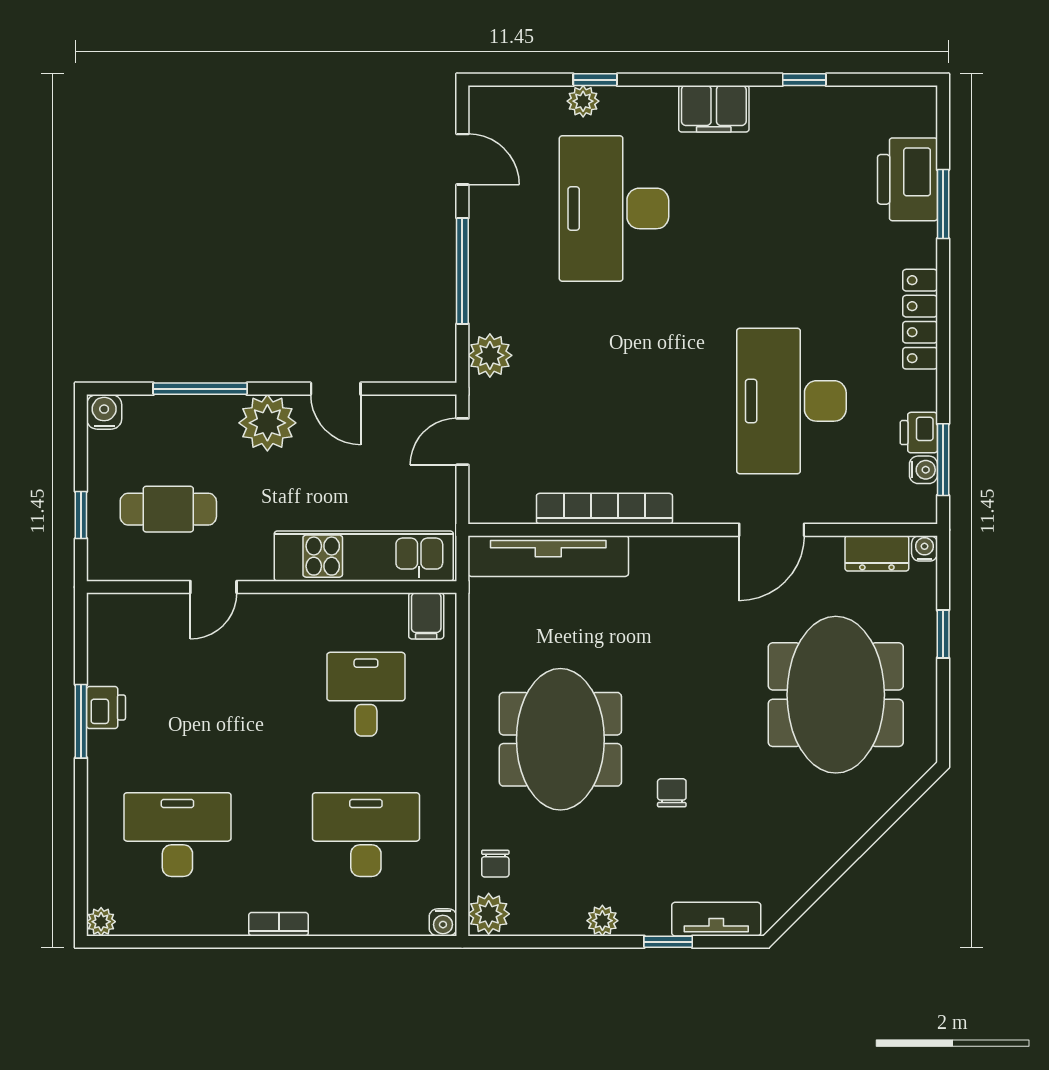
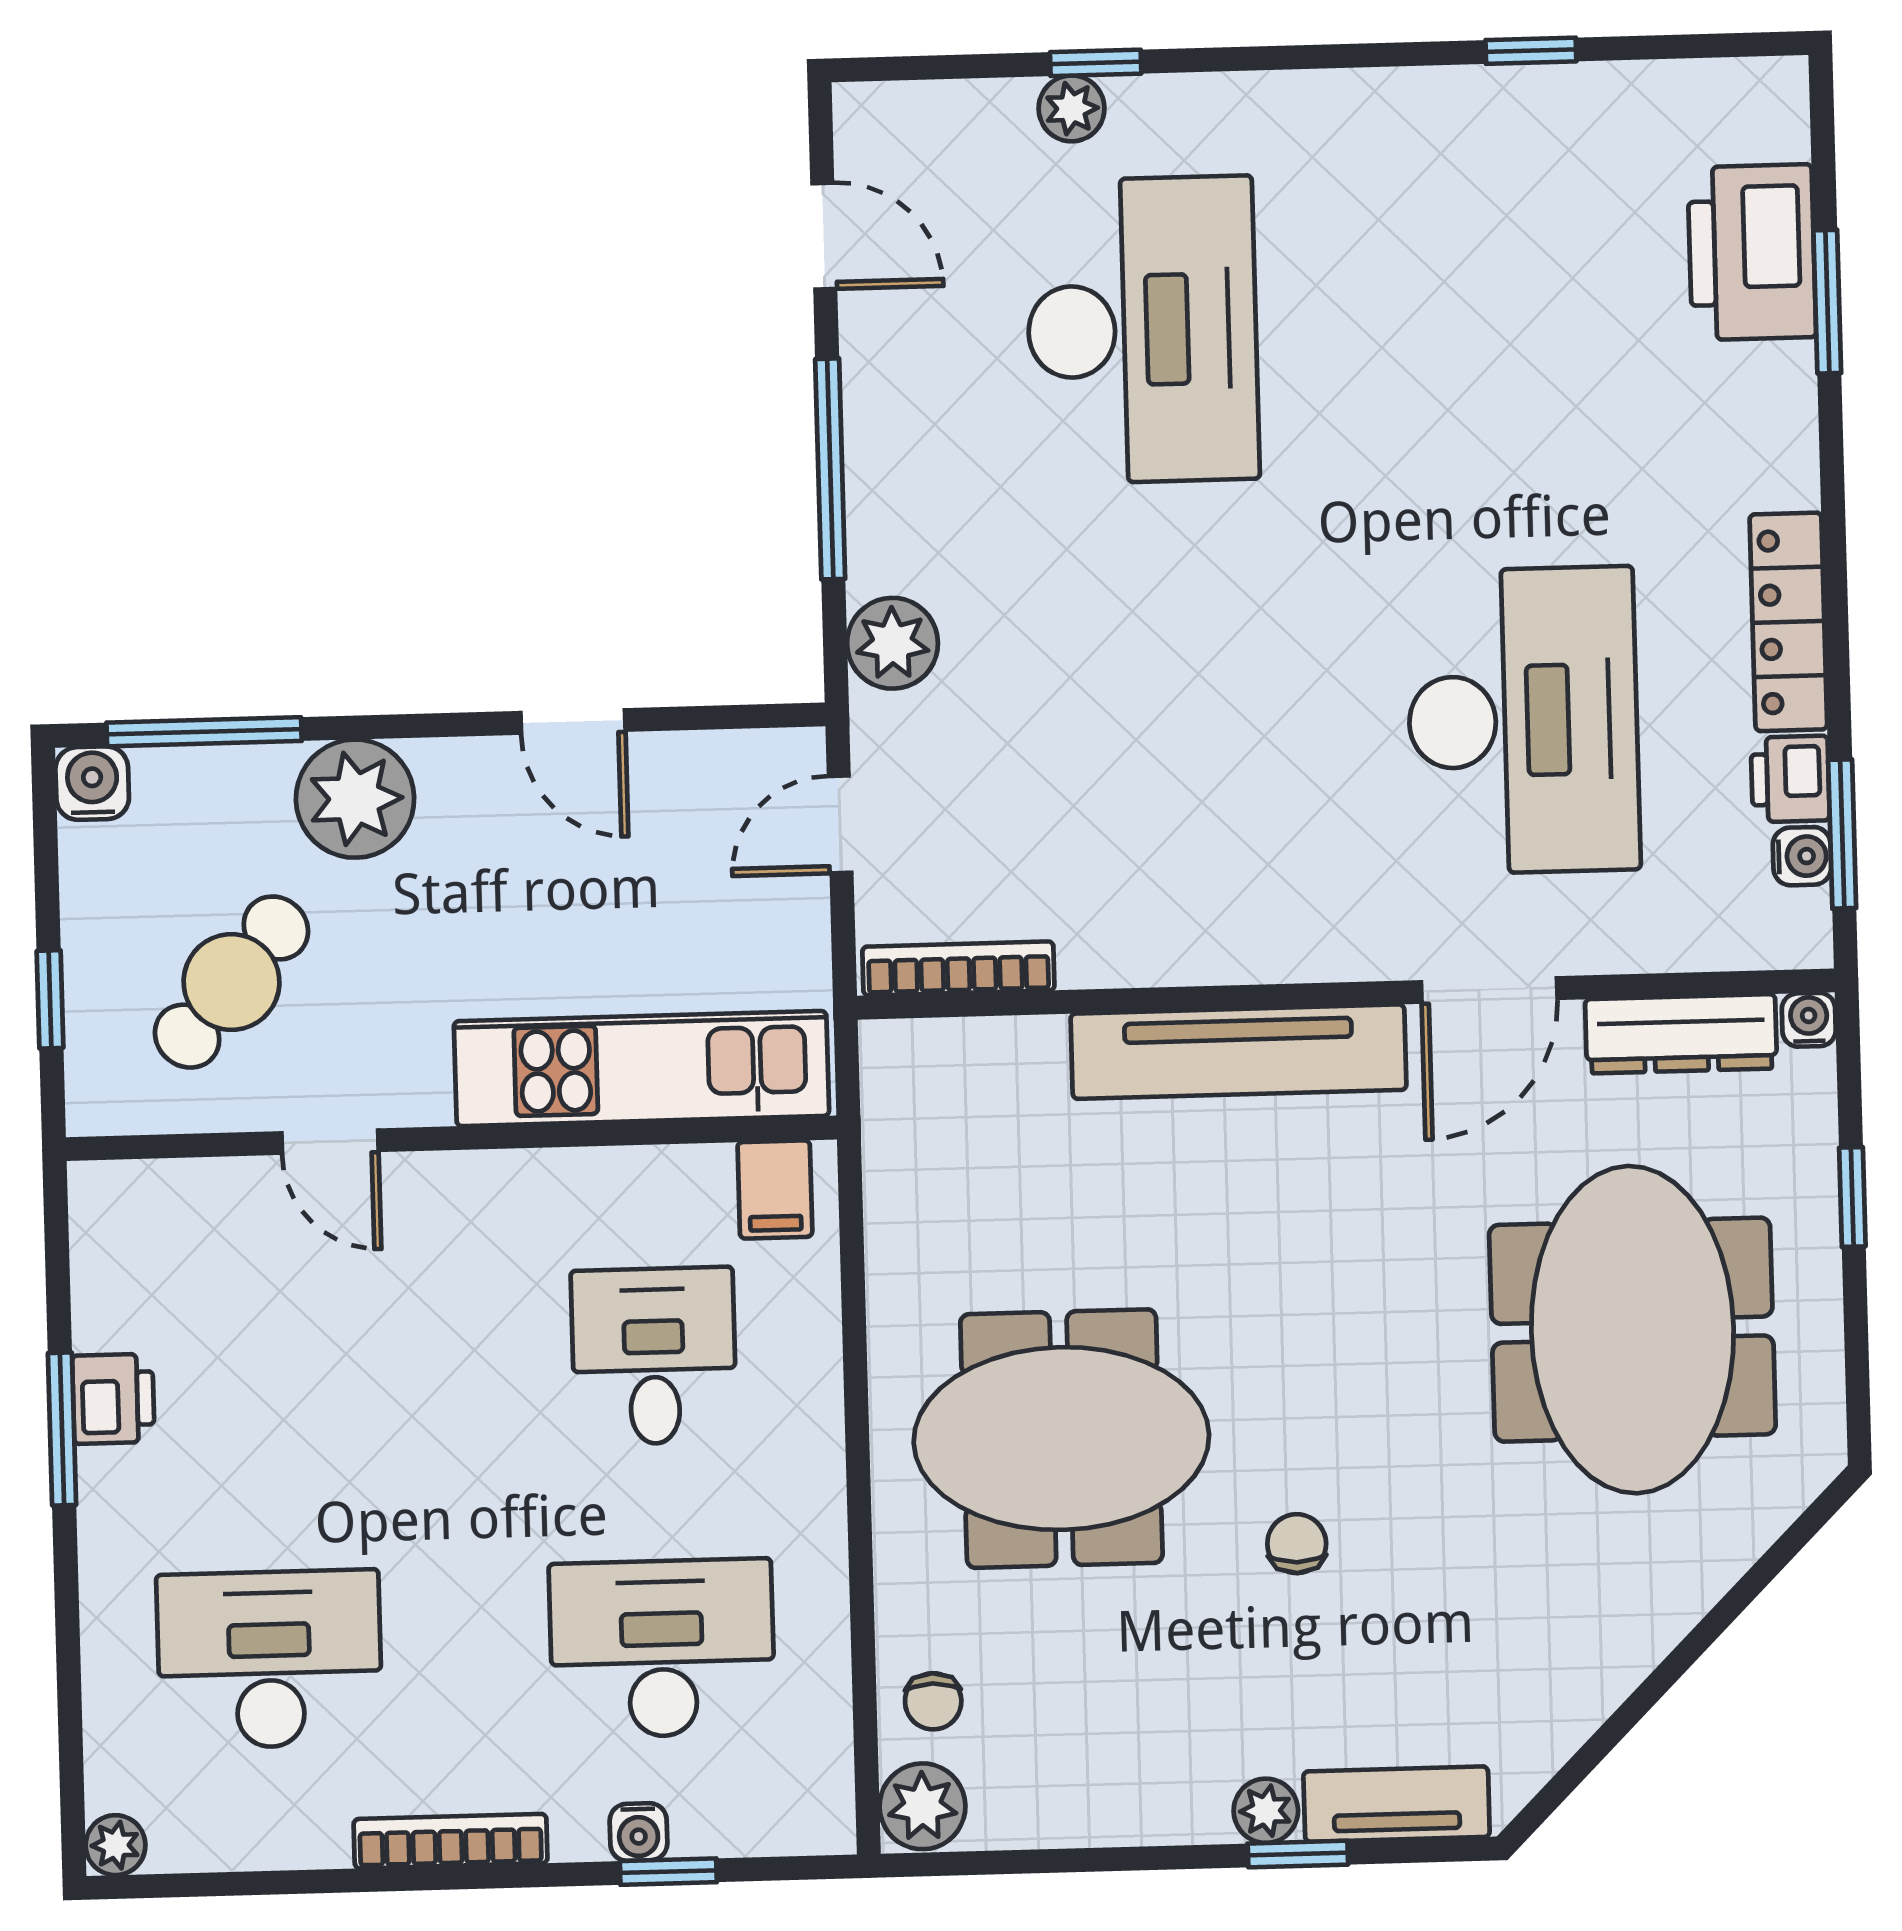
filing cabinet: (714, 109) -> (1344, 117), removed
desk: (614, 208) -> (1142, 330), turned 180
locker: (920, 319) -> (1788, 622), moved
window: (200, 389) -> (204, 732), moved
desk: (791, 401) -> (1523, 721), turned 180
plant: (267, 423) -> (355, 799), moved
cafe table: (168, 509) -> (231, 982), turned -49
bookcase: (604, 509) -> (958, 968), moved, width x0.68, depth x0.76
dresser: (877, 553) -> (1681, 1034), width x1.44
tv unit: (548, 556) -> (1239, 1052), moved
door: (213, 587) -> (330, 1142), hinge flipped
meeting table: (560, 739) -> (1061, 1439), turned 90
plant: (602, 921) -> (1266, 1811), moved
water cooler: (443, 922) -> (638, 1832), moved
bookcase: (279, 924) -> (451, 1841), width x1.56
window: (366, 942) -> (668, 1872), added

